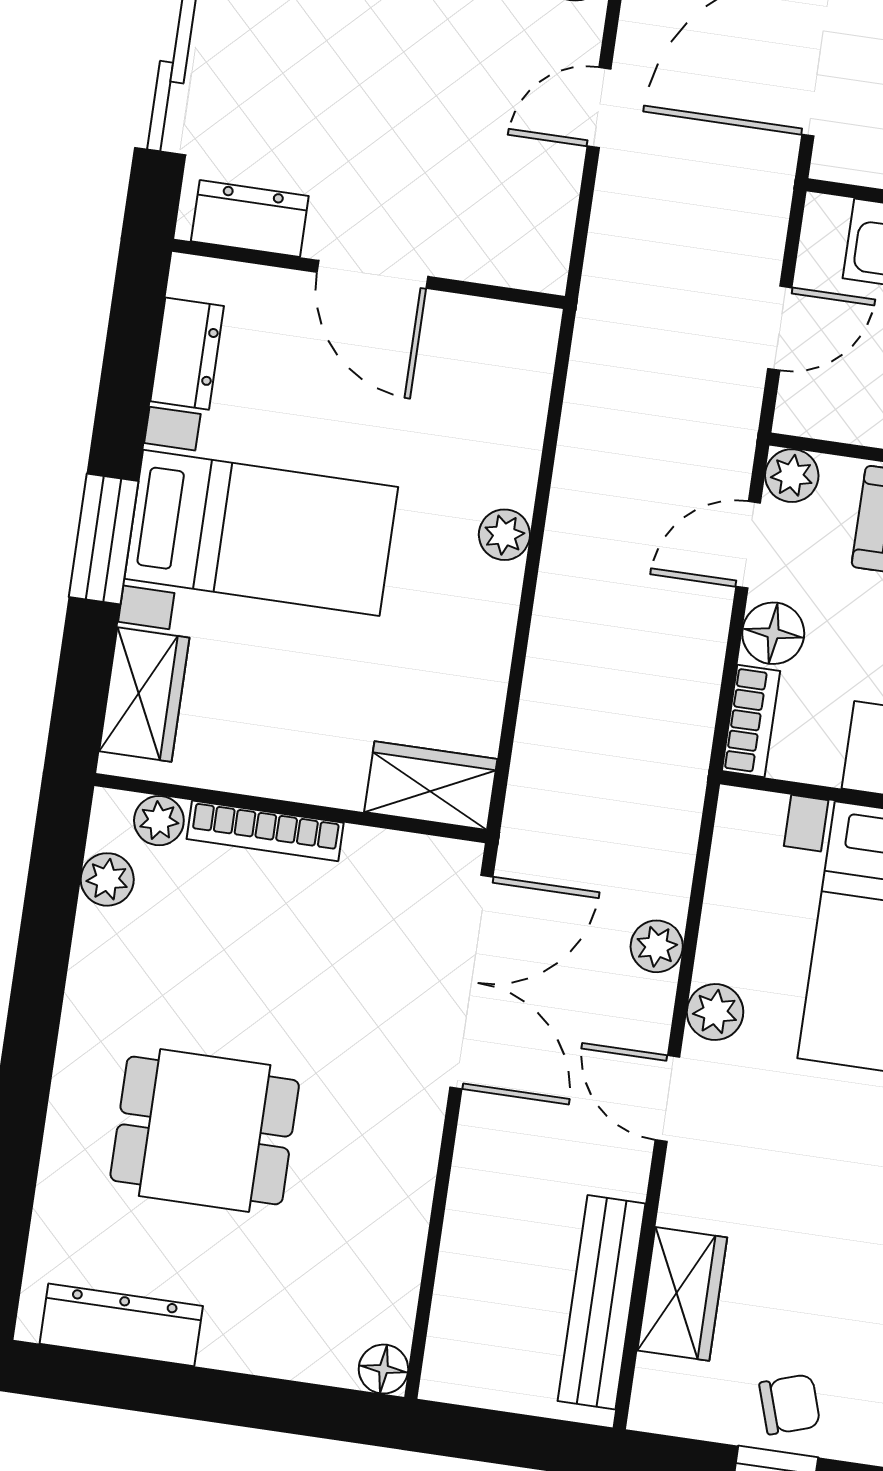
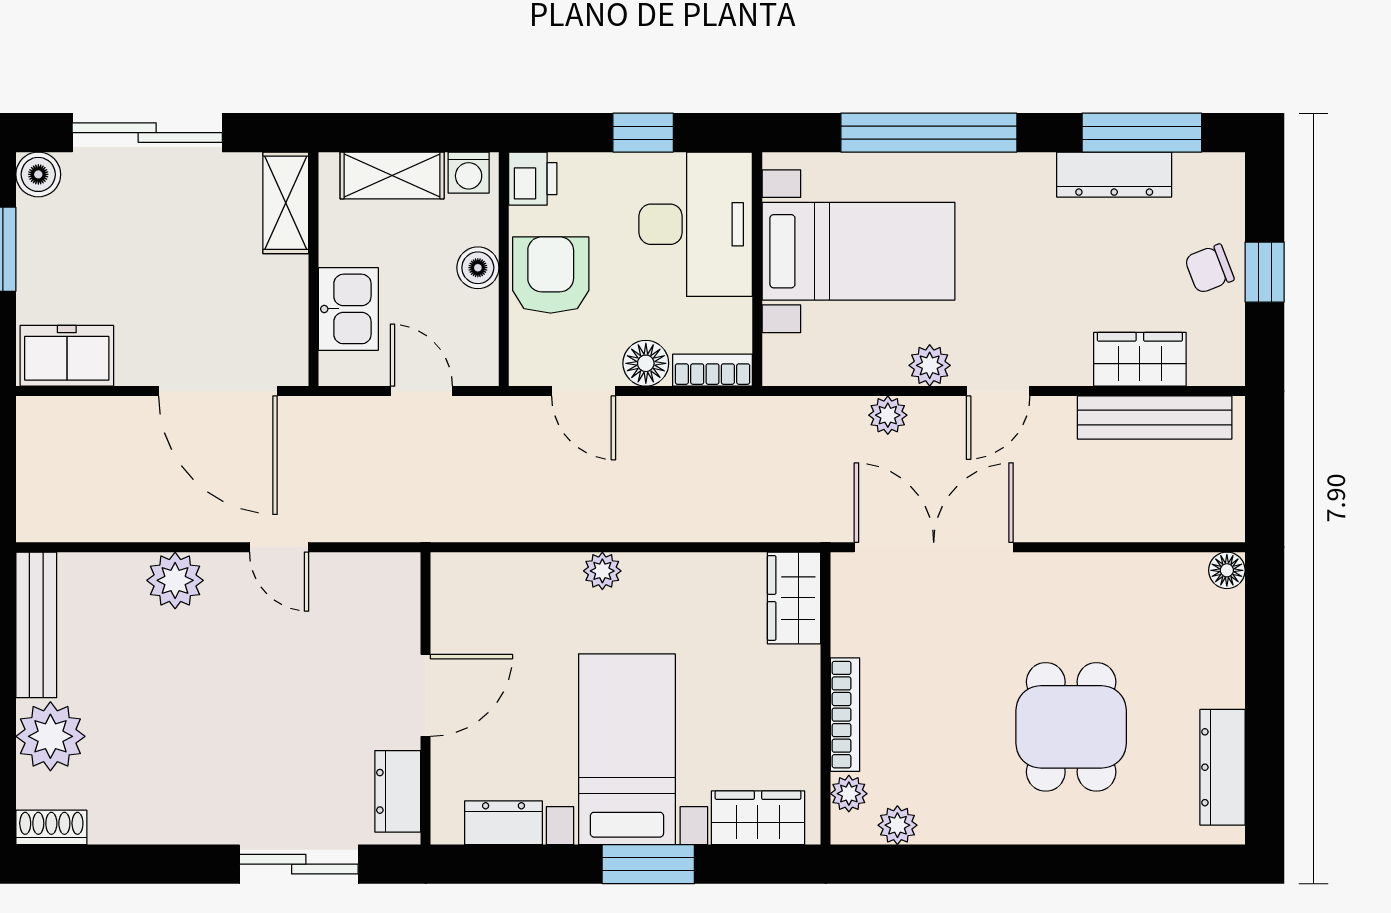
plant: (792, 476) -> (528, 367), removed
chair: (790, 1404) -> (1209, 269), turned -93

